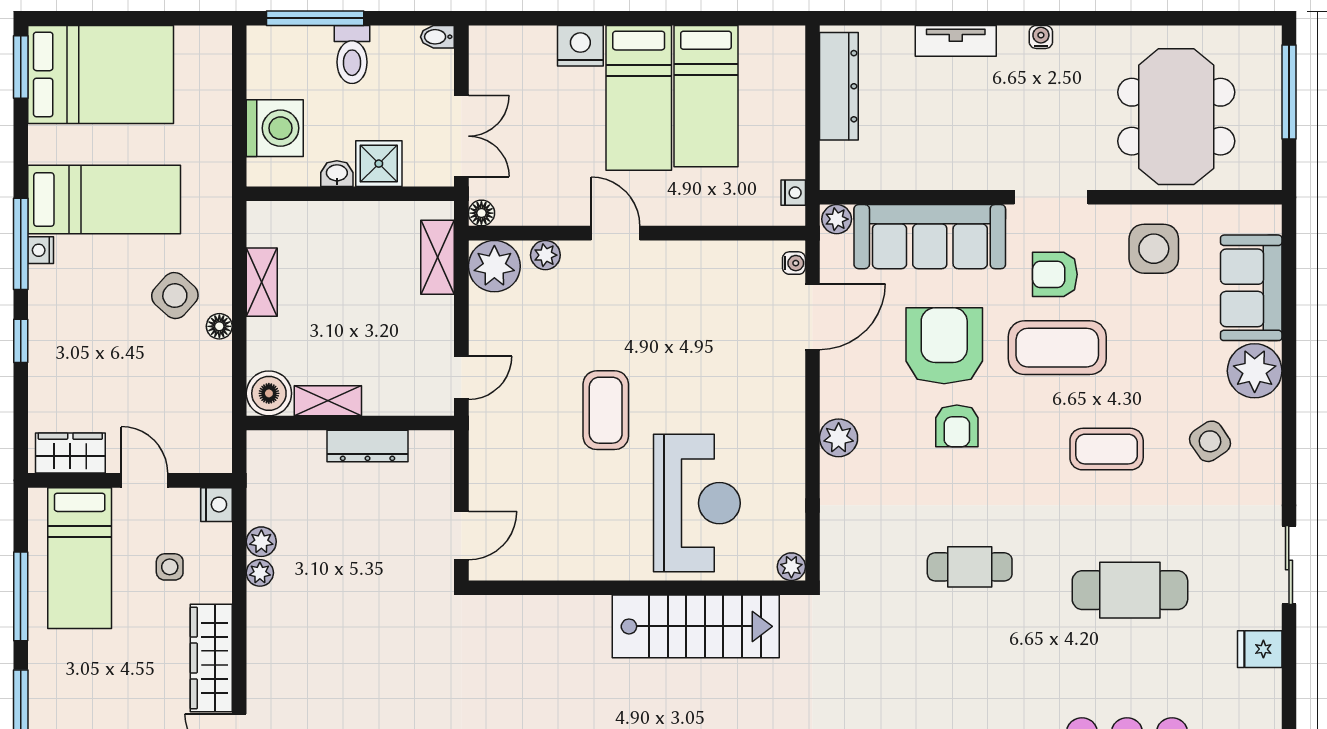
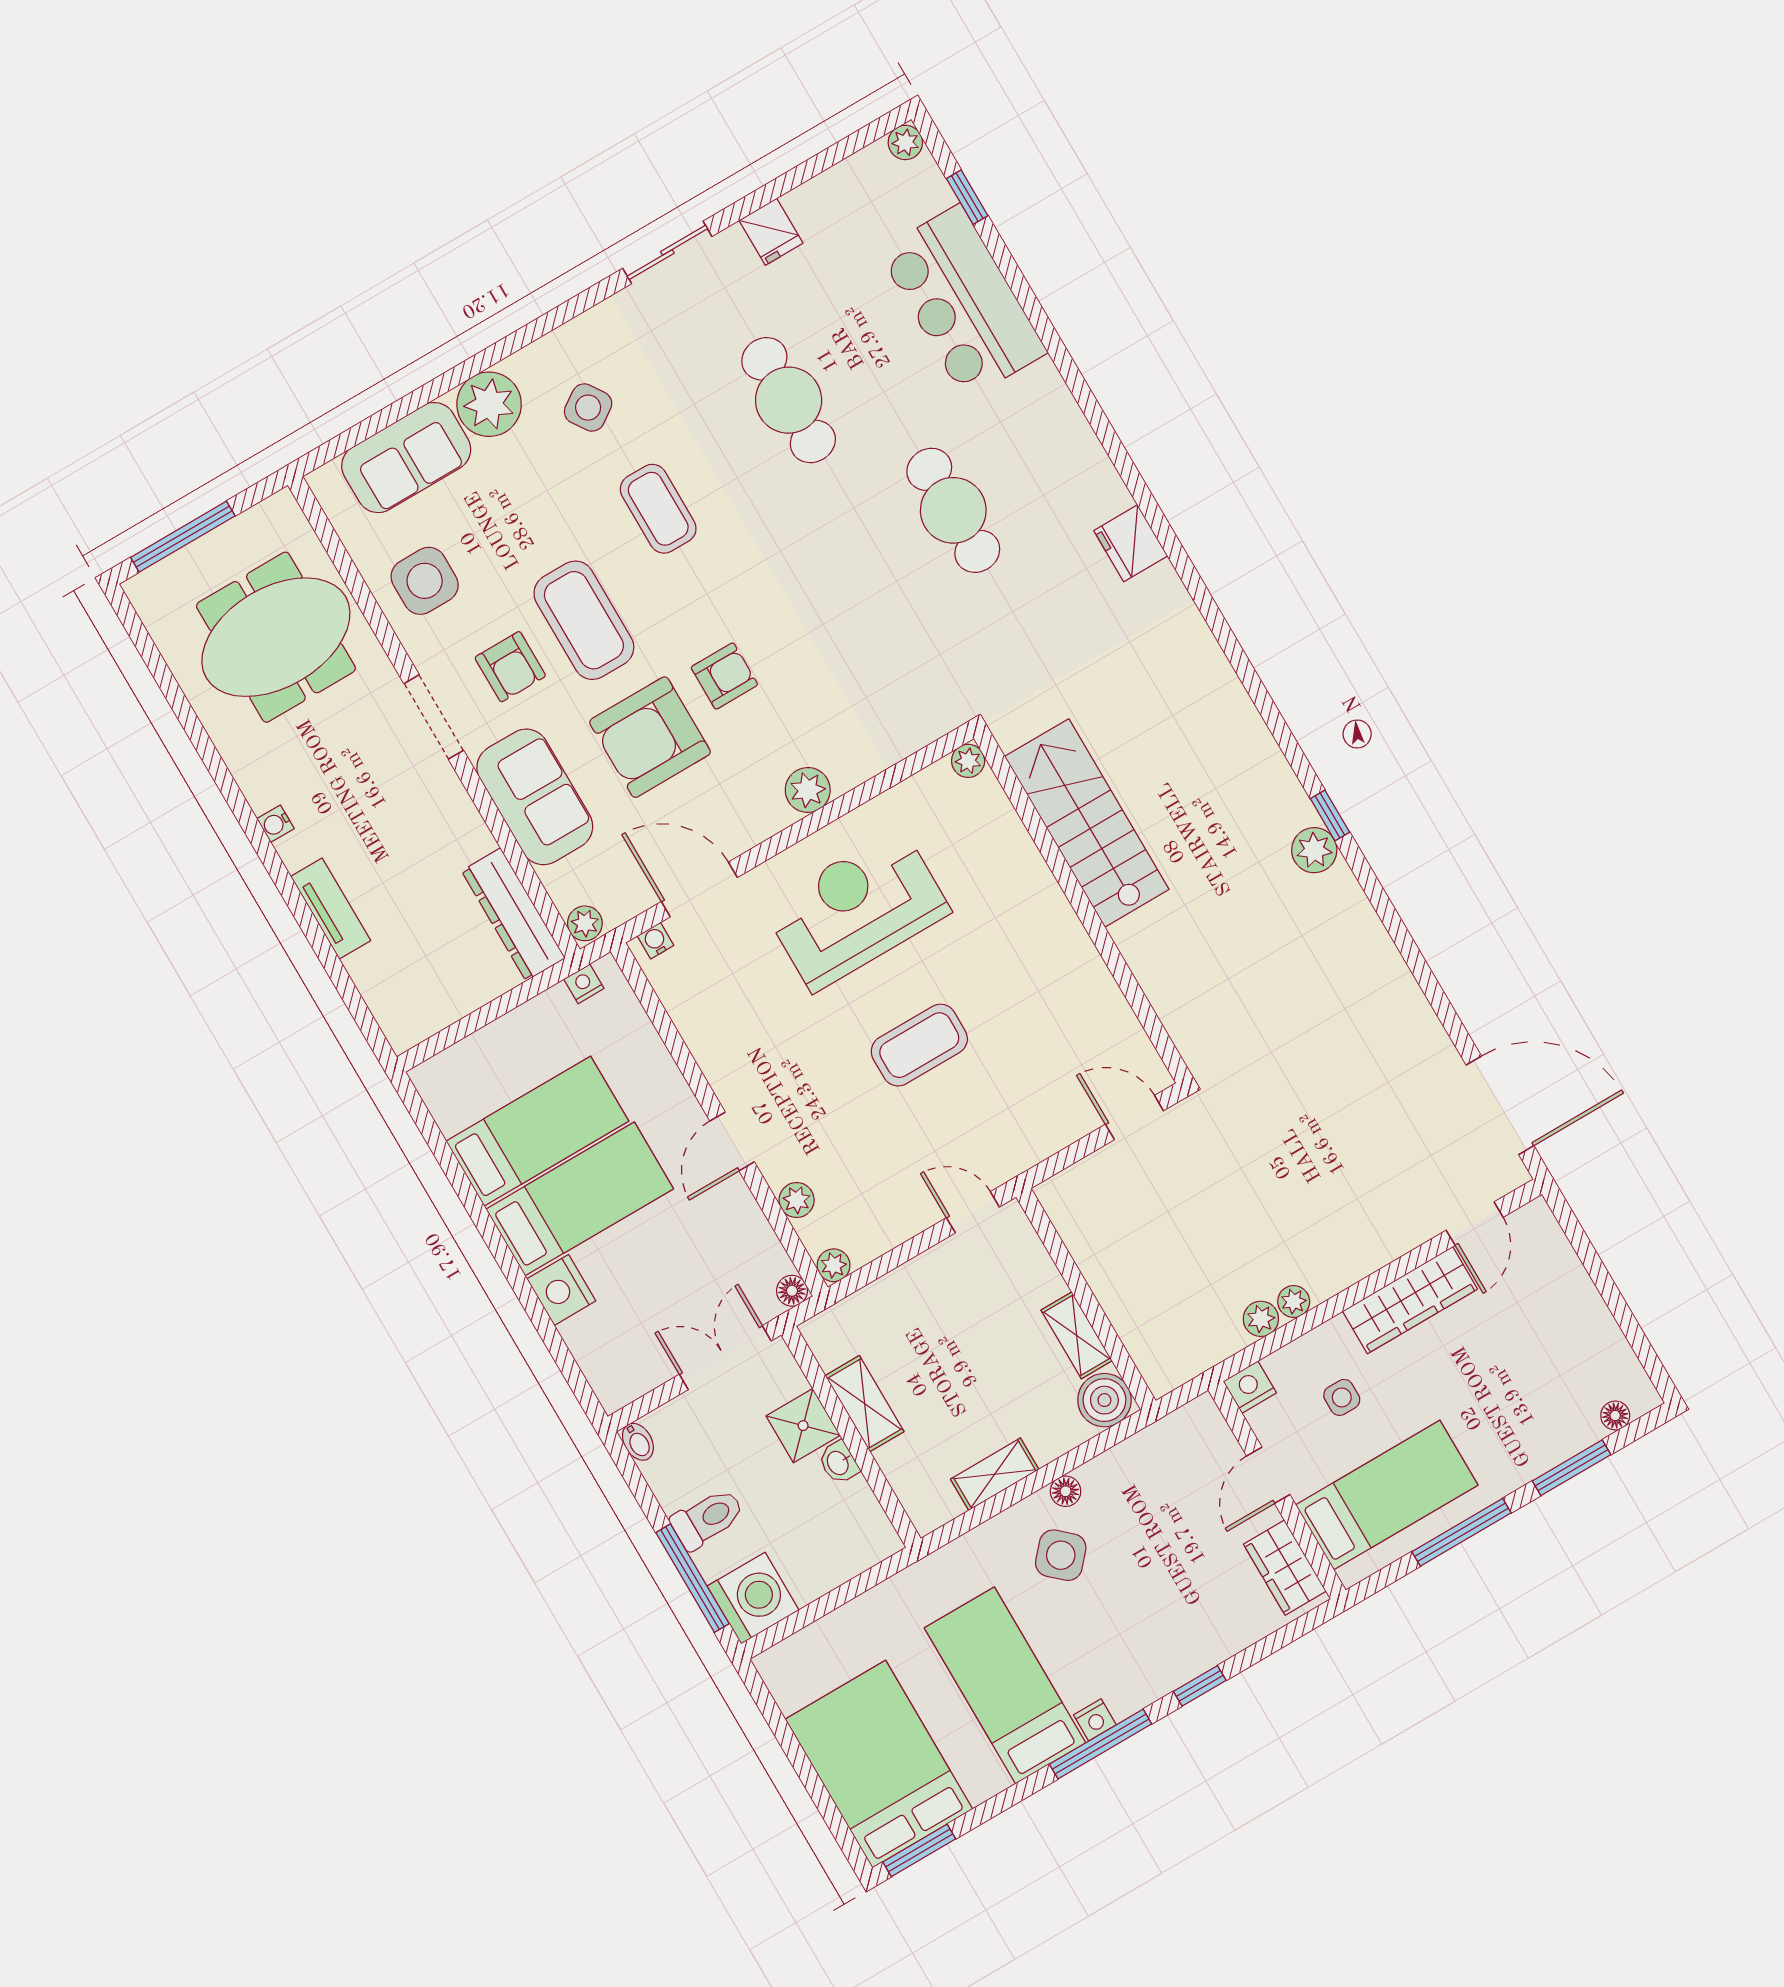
dresser: (839, 86) -> (513, 915), moved, turned -90
washing machine: (275, 128) -> (753, 1598), moved, turned 90
sofa: (930, 237) -> (535, 797), width x0.73
shelving: (437, 257) -> (865, 1404), moved, turned 90
plant: (494, 266) -> (834, 1265), width x0.53, depth x0.53
dresser: (368, 446) -> (1099, 1267), removed
reception desk: (697, 503) -> (857, 909), moved
cafe table: (970, 567) -> (953, 510), moved, width x1.37, depth x1.35

